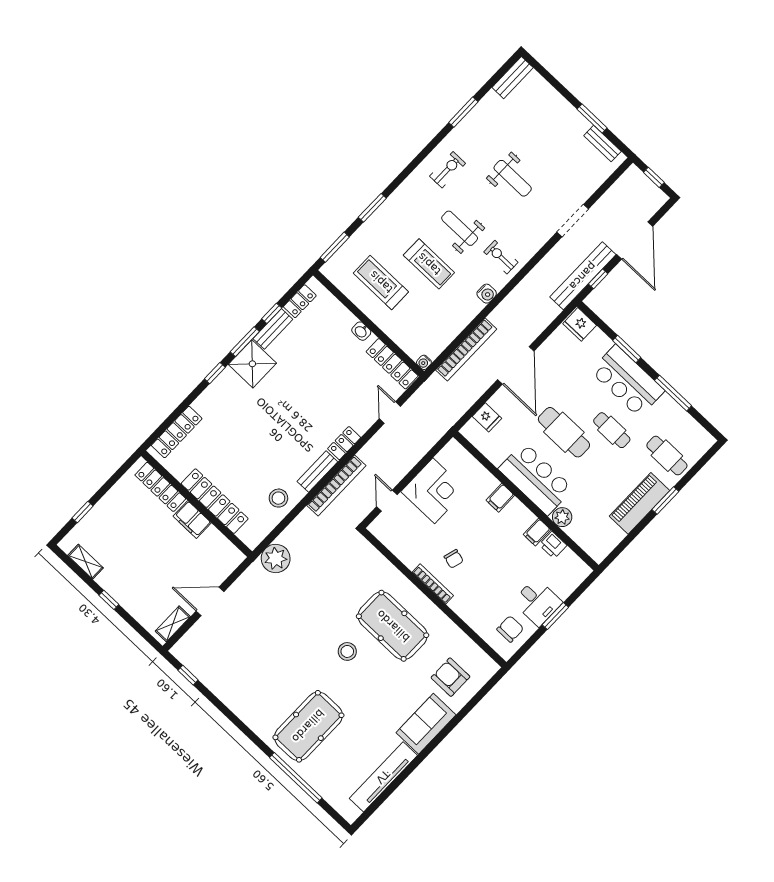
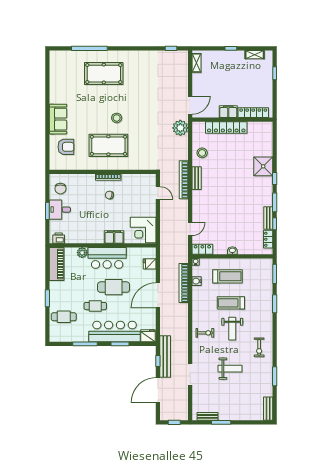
weight bench: (513, 178) -> (230, 369), turned 180
weight bench: (460, 228) -> (232, 329), turned 90
door: (635, 240) -> (158, 390), hinge flipped
treadmill: (381, 282) -> (227, 276), moved
water cooler: (487, 294) -> (197, 281), moved
shower: (252, 364) -> (263, 166), moved
locker: (392, 364) -> (202, 249), width x0.66
door: (516, 365) -> (158, 295), hinge flipped
bar counter: (627, 381) -> (115, 332), width x1.36
door: (390, 413) -> (190, 229), hinge flipped
locker: (177, 432) -> (267, 141), removed
locker: (344, 443) -> (197, 200), removed
corner desk: (434, 491) -> (143, 230), moved
filing cabinet: (500, 498) -> (114, 237), width x2.00
piano: (639, 503) -> (57, 264), moved
filing cabinet: (537, 532) -> (86, 237), removed
printer: (553, 545) -> (59, 238), moved
door: (210, 601) -> (190, 105), moved
pool table: (308, 726) -> (104, 74), turned 90
tv unit: (383, 777) -> (55, 82), removed

